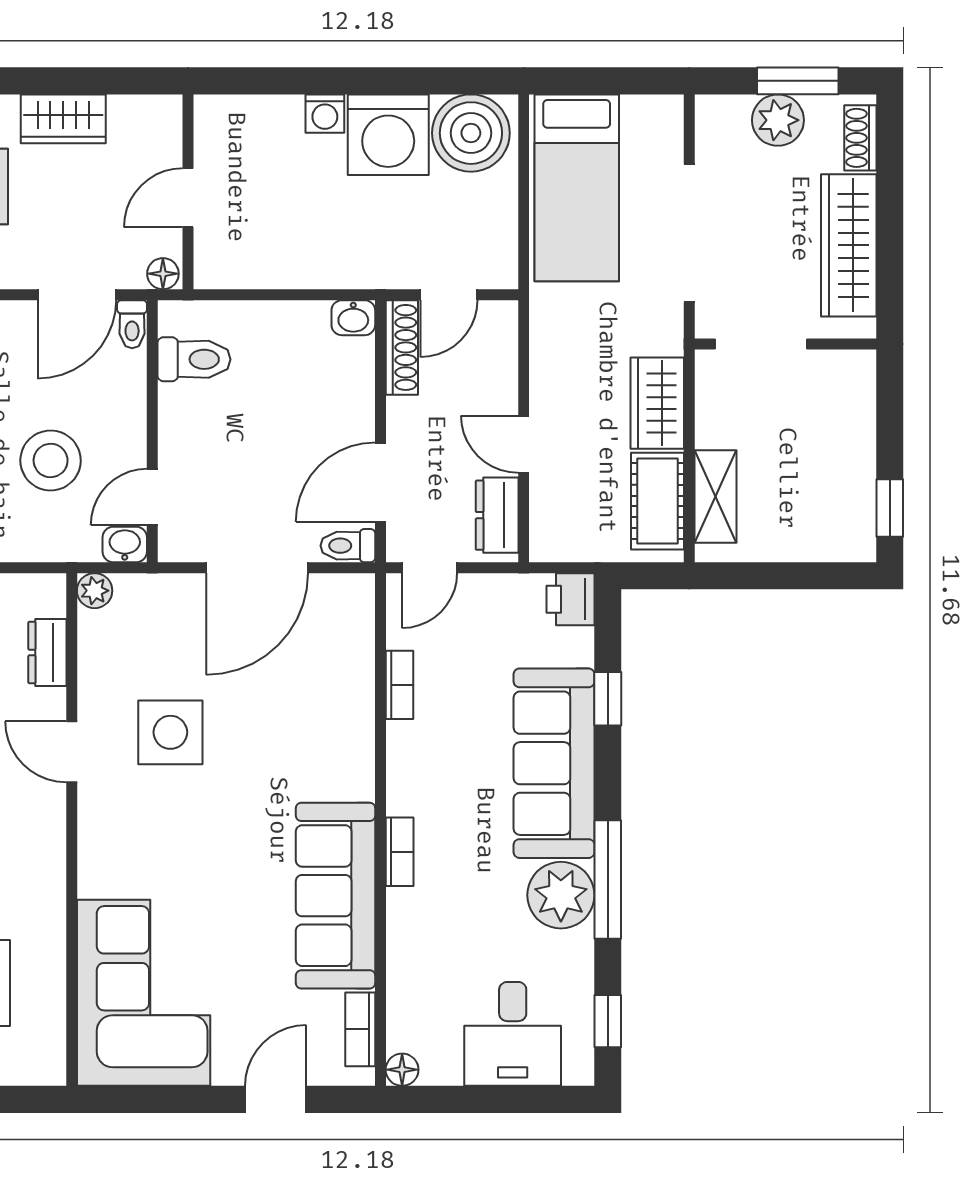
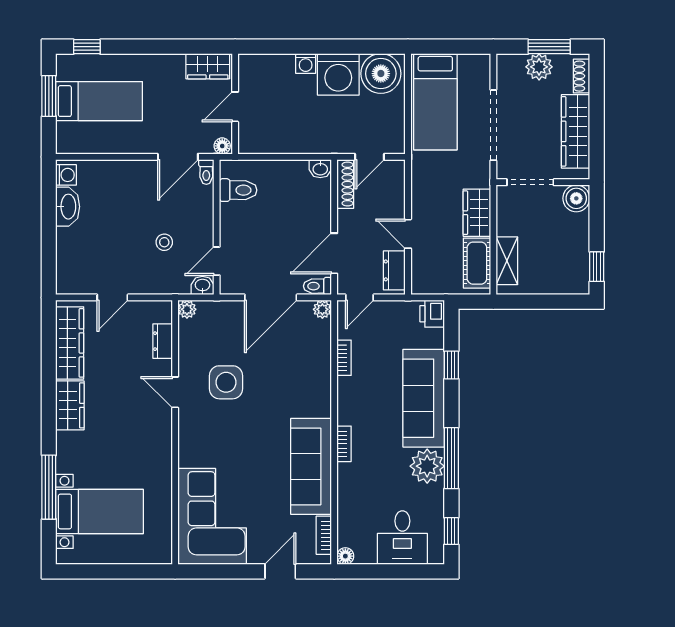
wardrobe: (63, 119) -> (208, 66), moved
boiler: (850, 375) -> (576, 198), added
stool: (51, 460) -> (164, 242), width x0.53, depth x0.53
plant: (357, 591) -> (322, 309), added

